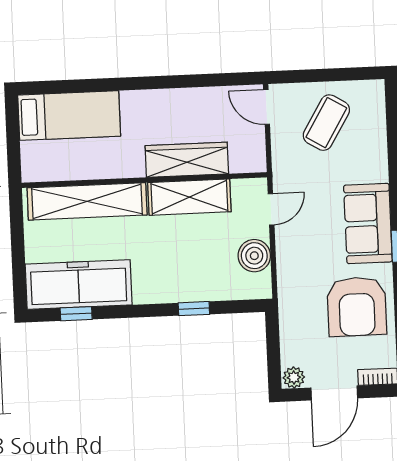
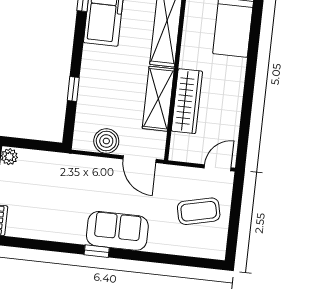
coffee table: (326, 123) -> (199, 211), turned -44
door: (271, 209) -> (139, 159), width x1.38
armchair: (357, 307) -> (56, 213), removed

